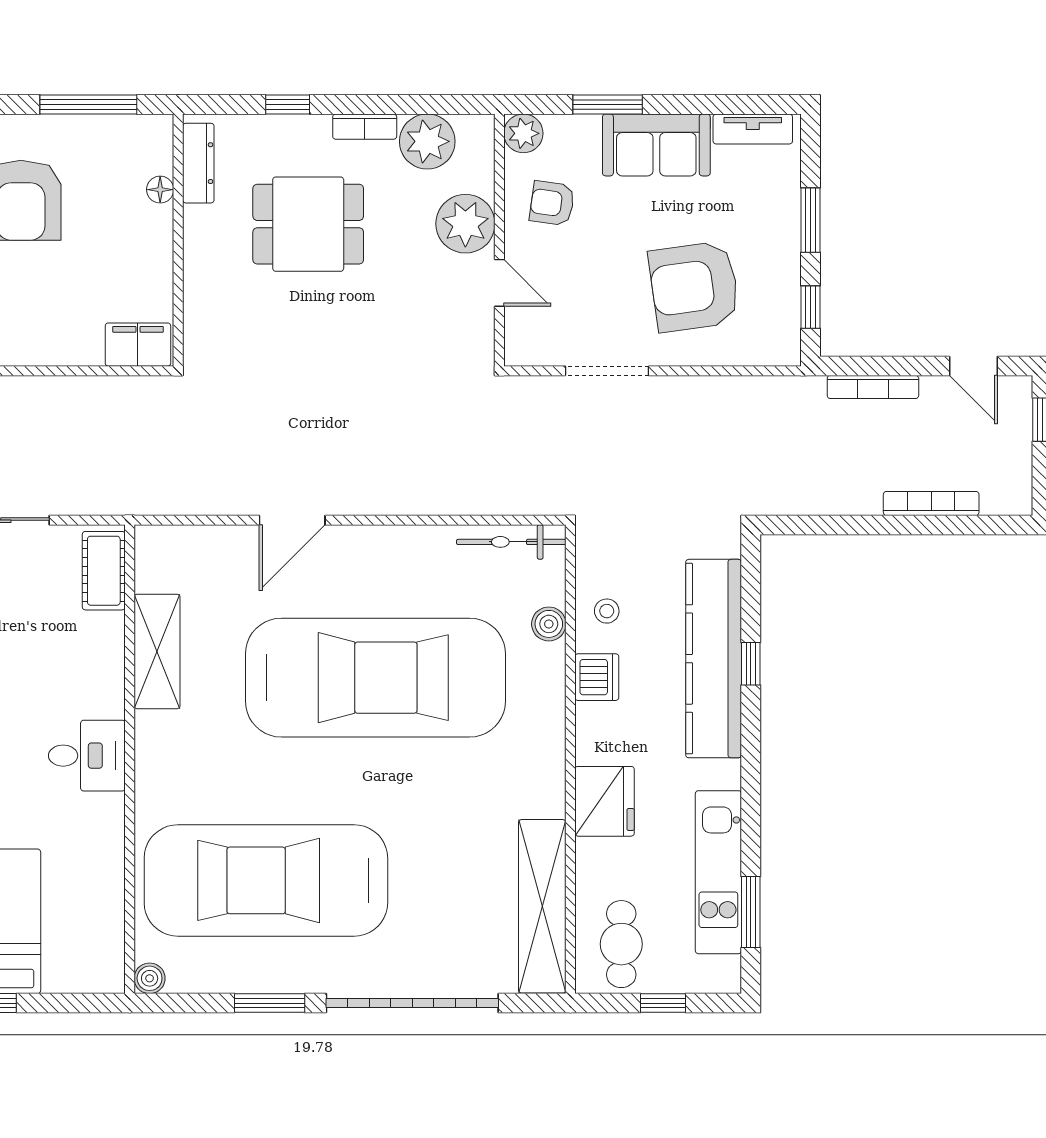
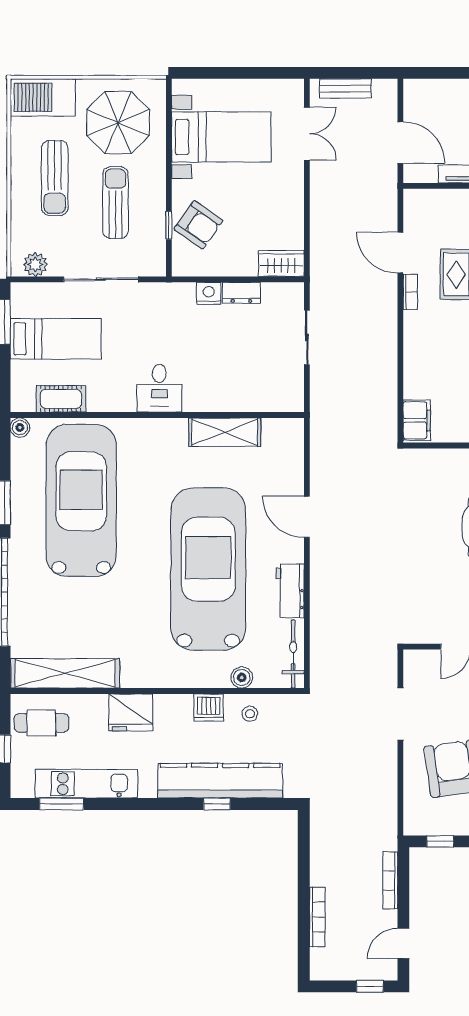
workbench: (411, 547) -> (290, 591), added
cot: (104, 571) -> (61, 399), moved
car: (375, 678) -> (208, 569), turned 180

